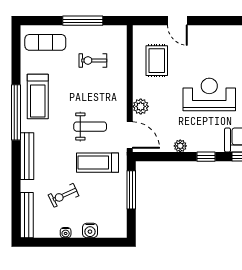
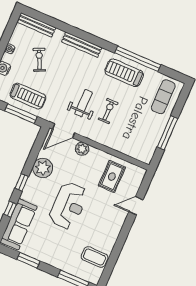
exercise bike: (93, 60) -> (108, 111), moved
rug: (157, 61) -> (112, 177), turned 90
window: (16, 112) -> (138, 59), moved
weight bench: (90, 127) -> (83, 103), turned 180
plant: (180, 146) -> (43, 168), width x1.88, depth x1.88
treadmill: (97, 163) -> (28, 96), moved, turned 90

